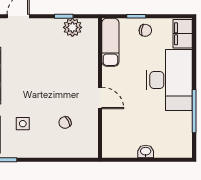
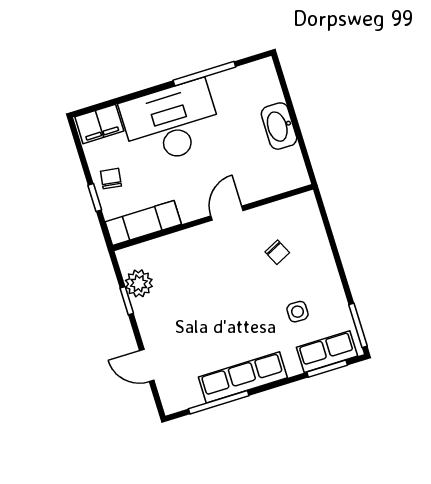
washbasin: (146, 152) -> (279, 126), width x1.91, depth x1.45

